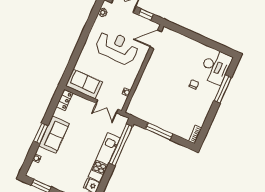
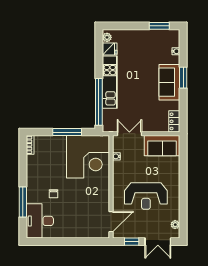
corner desk: (151, 103) -> (88, 157), added

